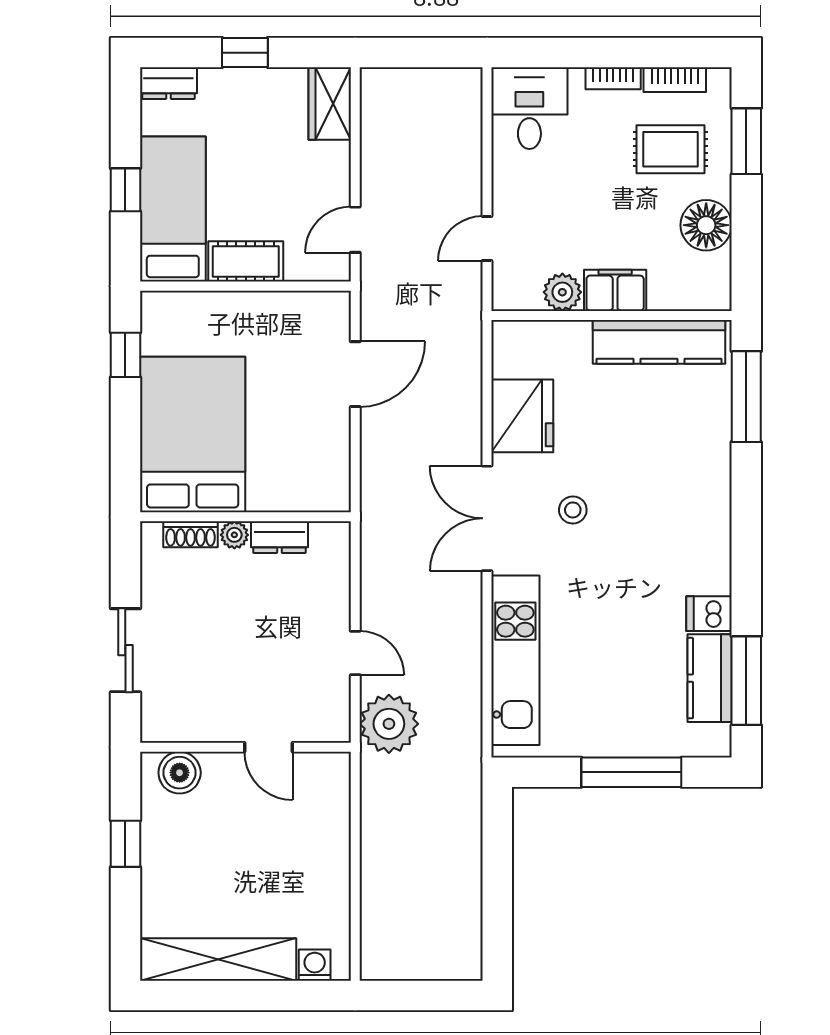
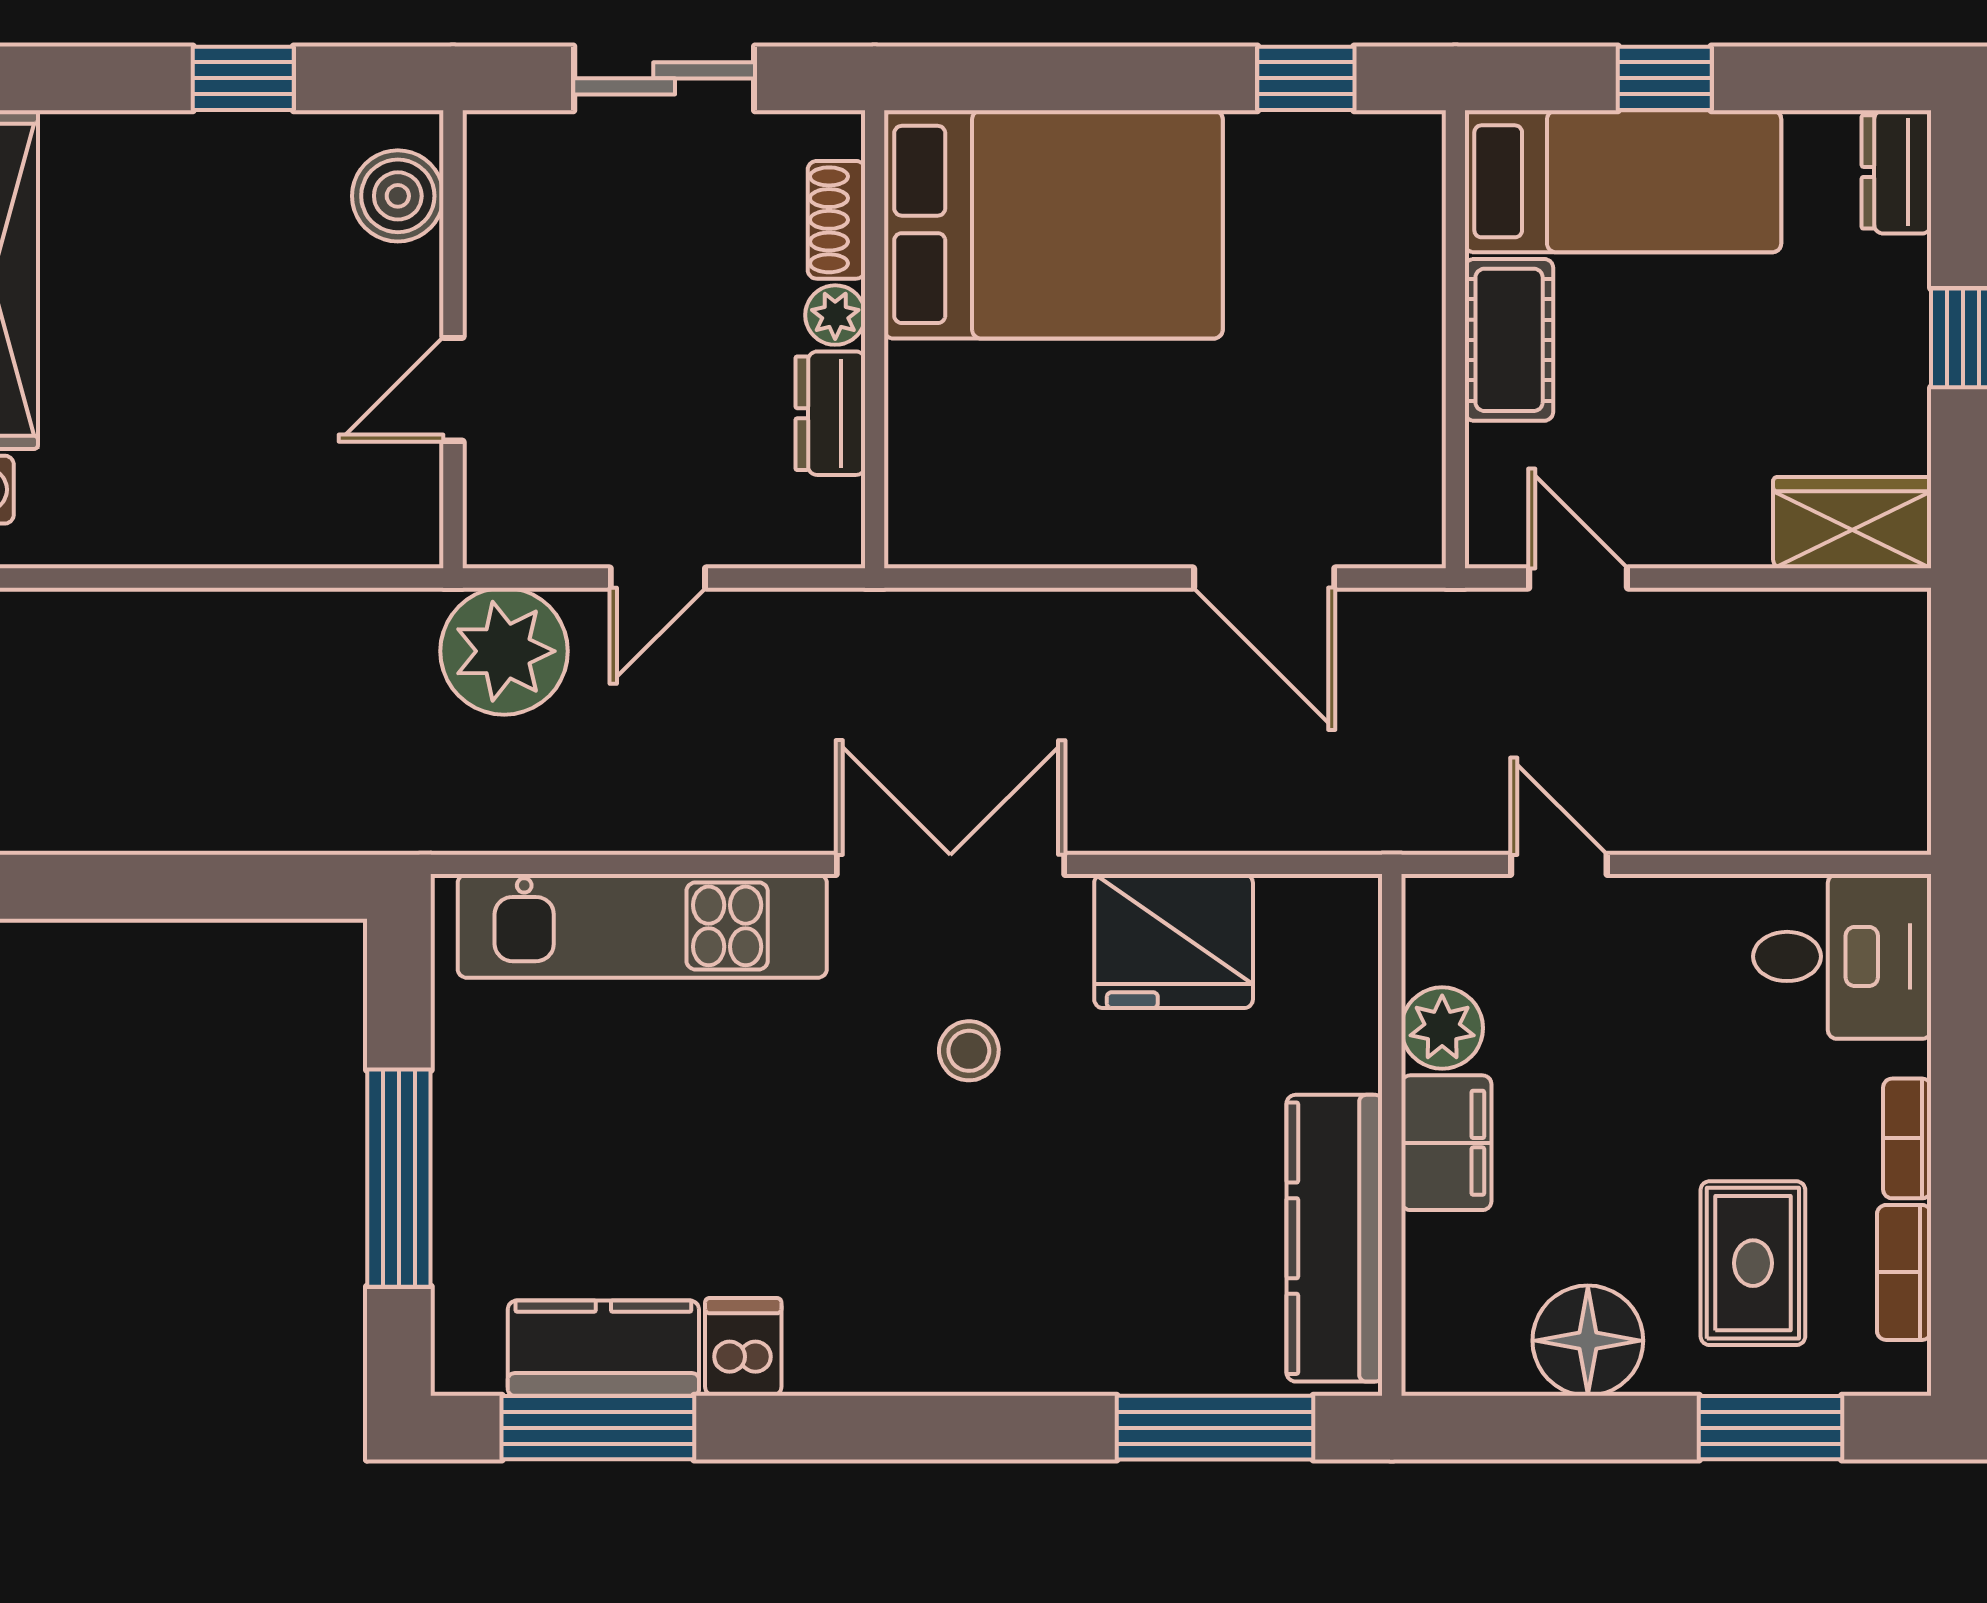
bed: (193, 434) -> (1053, 224), moved
wall: (245, 517) -> (875, 339), moved
shoe rack: (191, 534) -> (836, 220), moved
plant: (234, 535) -> (835, 315), moved
dresser: (279, 537) -> (830, 413), moved

